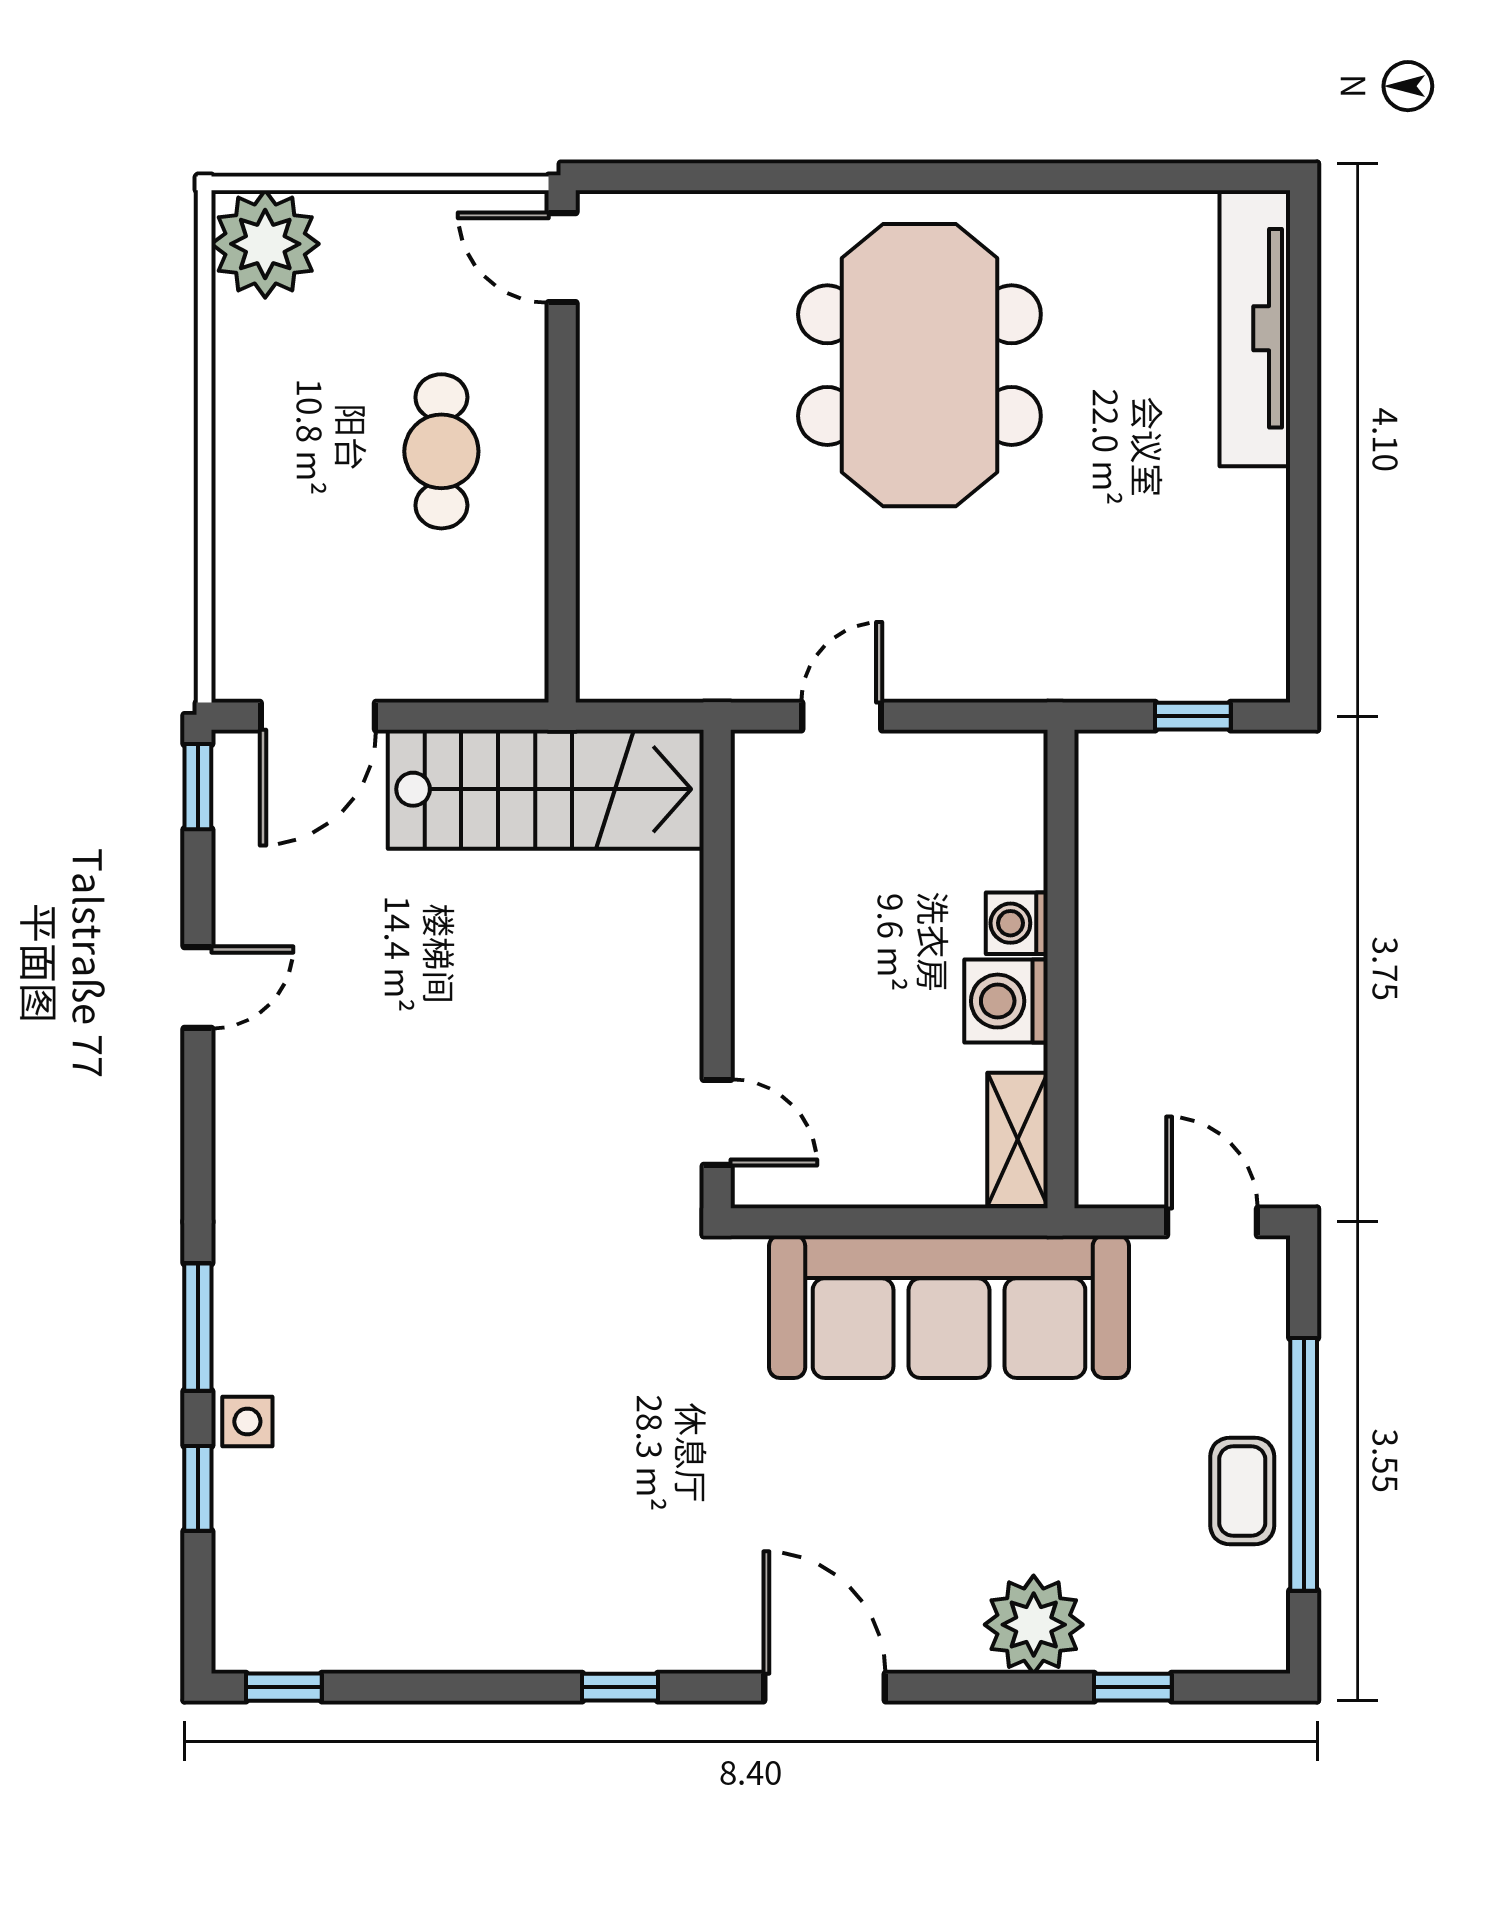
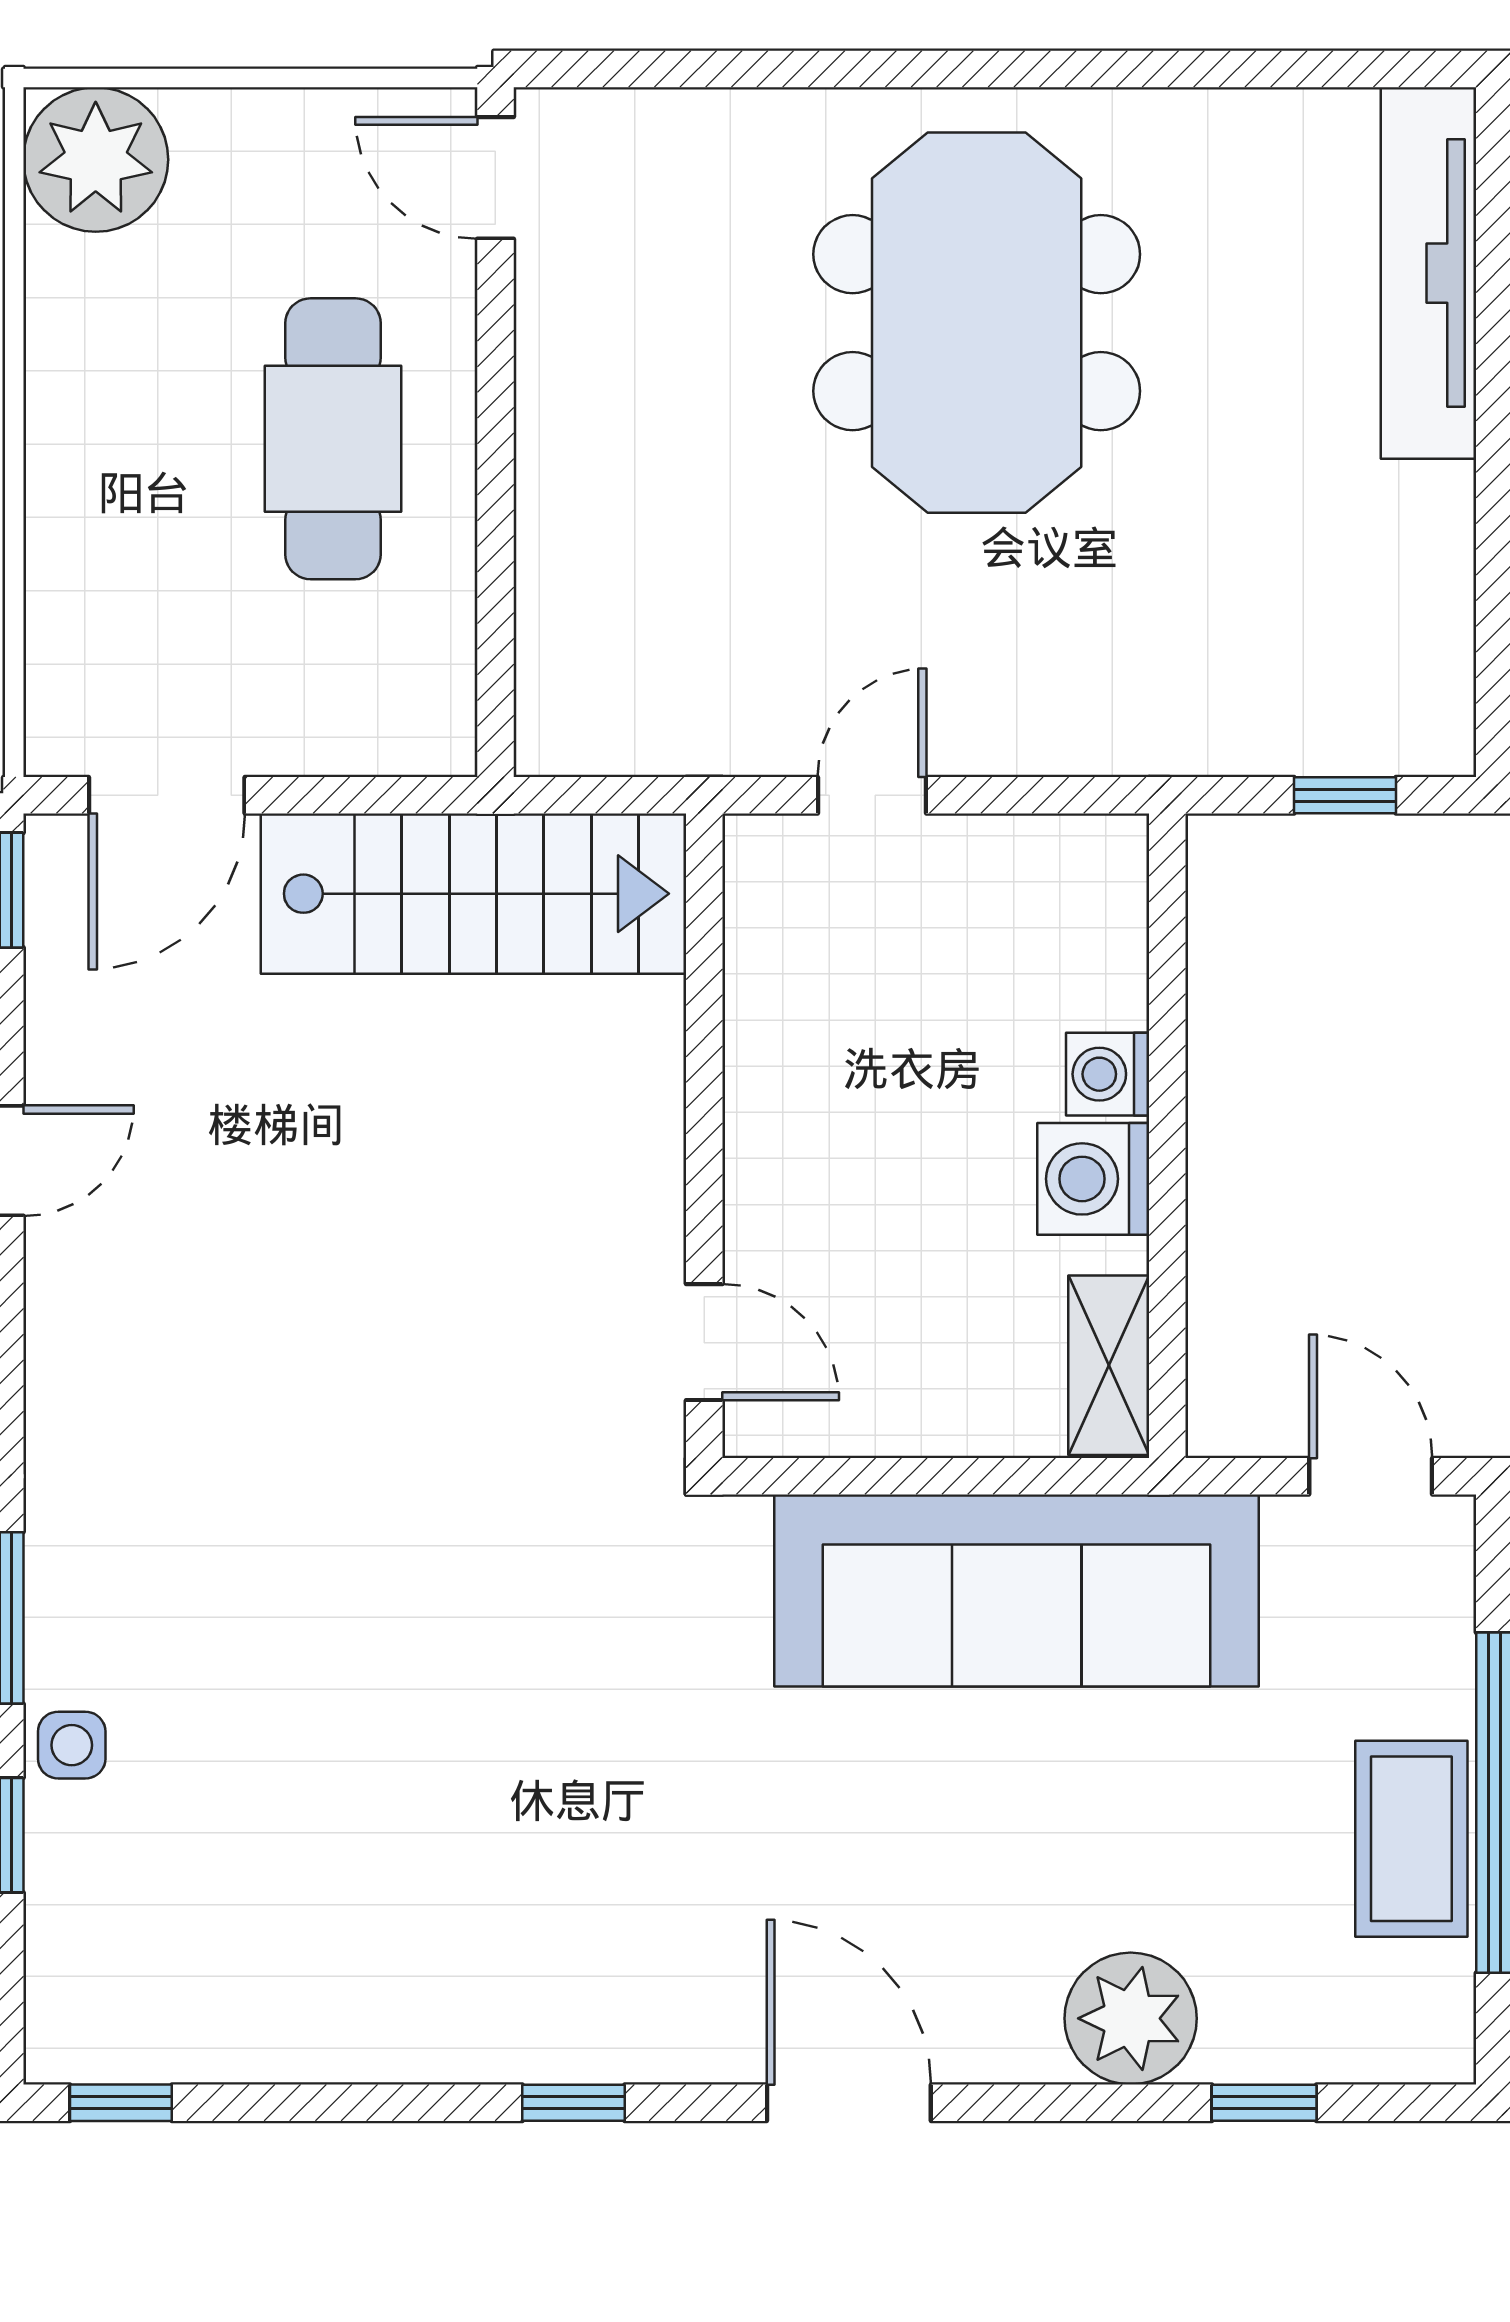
cafe table: (441, 451) -> (333, 439), width x1.37, depth x1.35
coffee table: (1242, 1491) -> (1411, 1839), width x1.36, depth x1.30

